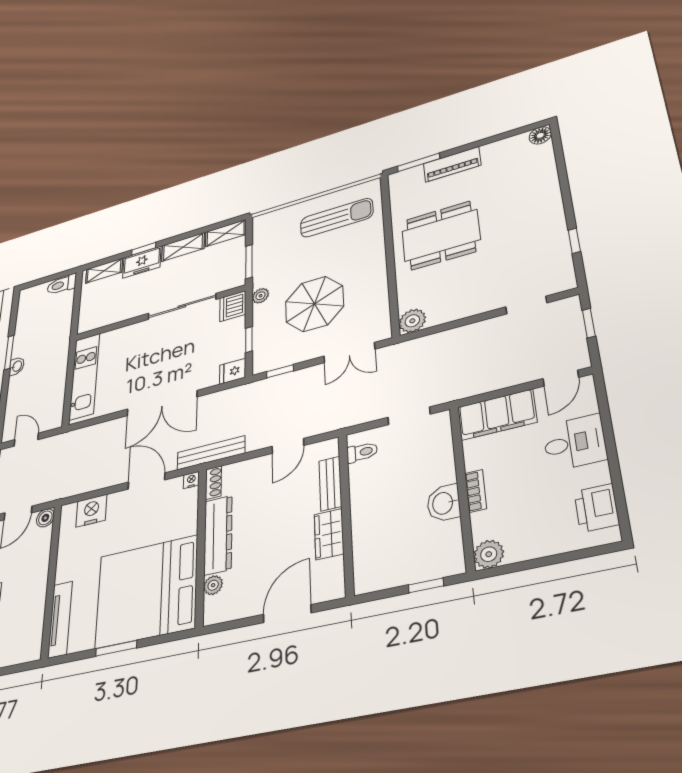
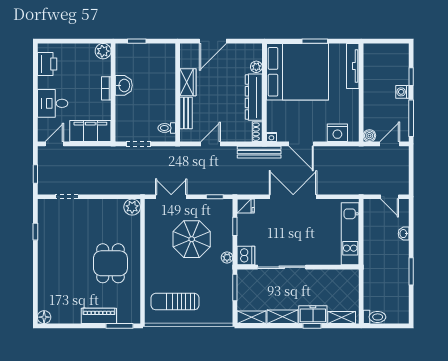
dining table: (441, 235) -> (110, 263), width x0.73
washbasin: (17, 366) -> (404, 234), moved

